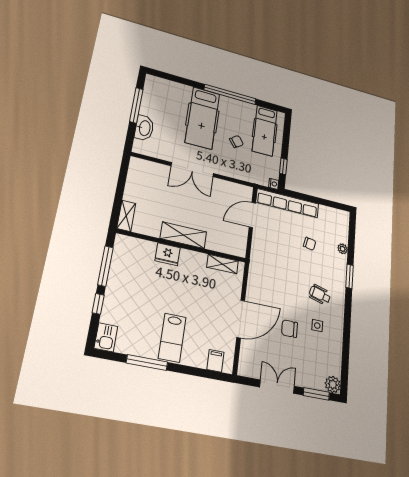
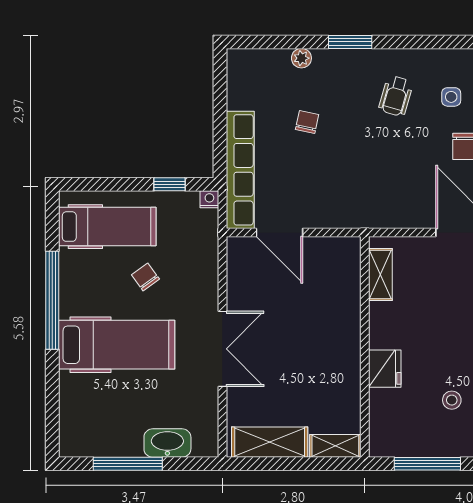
shelving: (183, 235) -> (270, 442), moved, turned 90
stool: (142, 289) -> (452, 400), added

